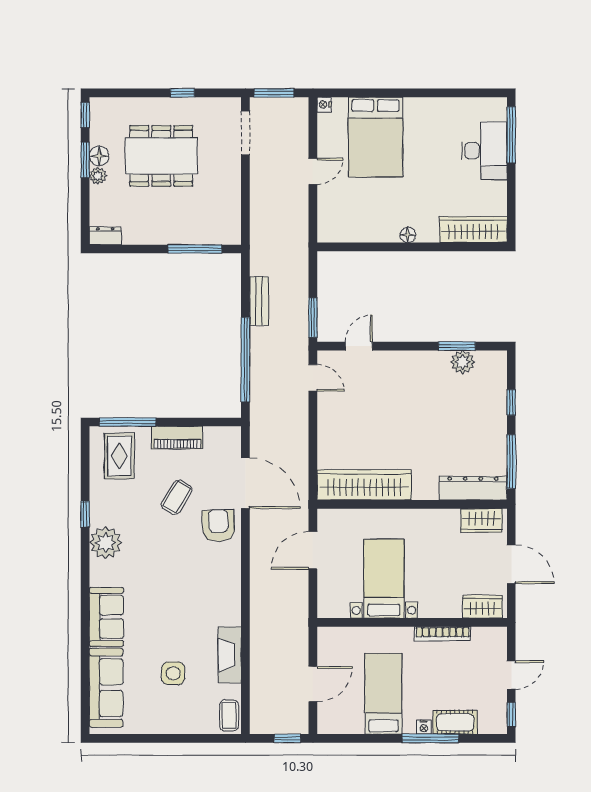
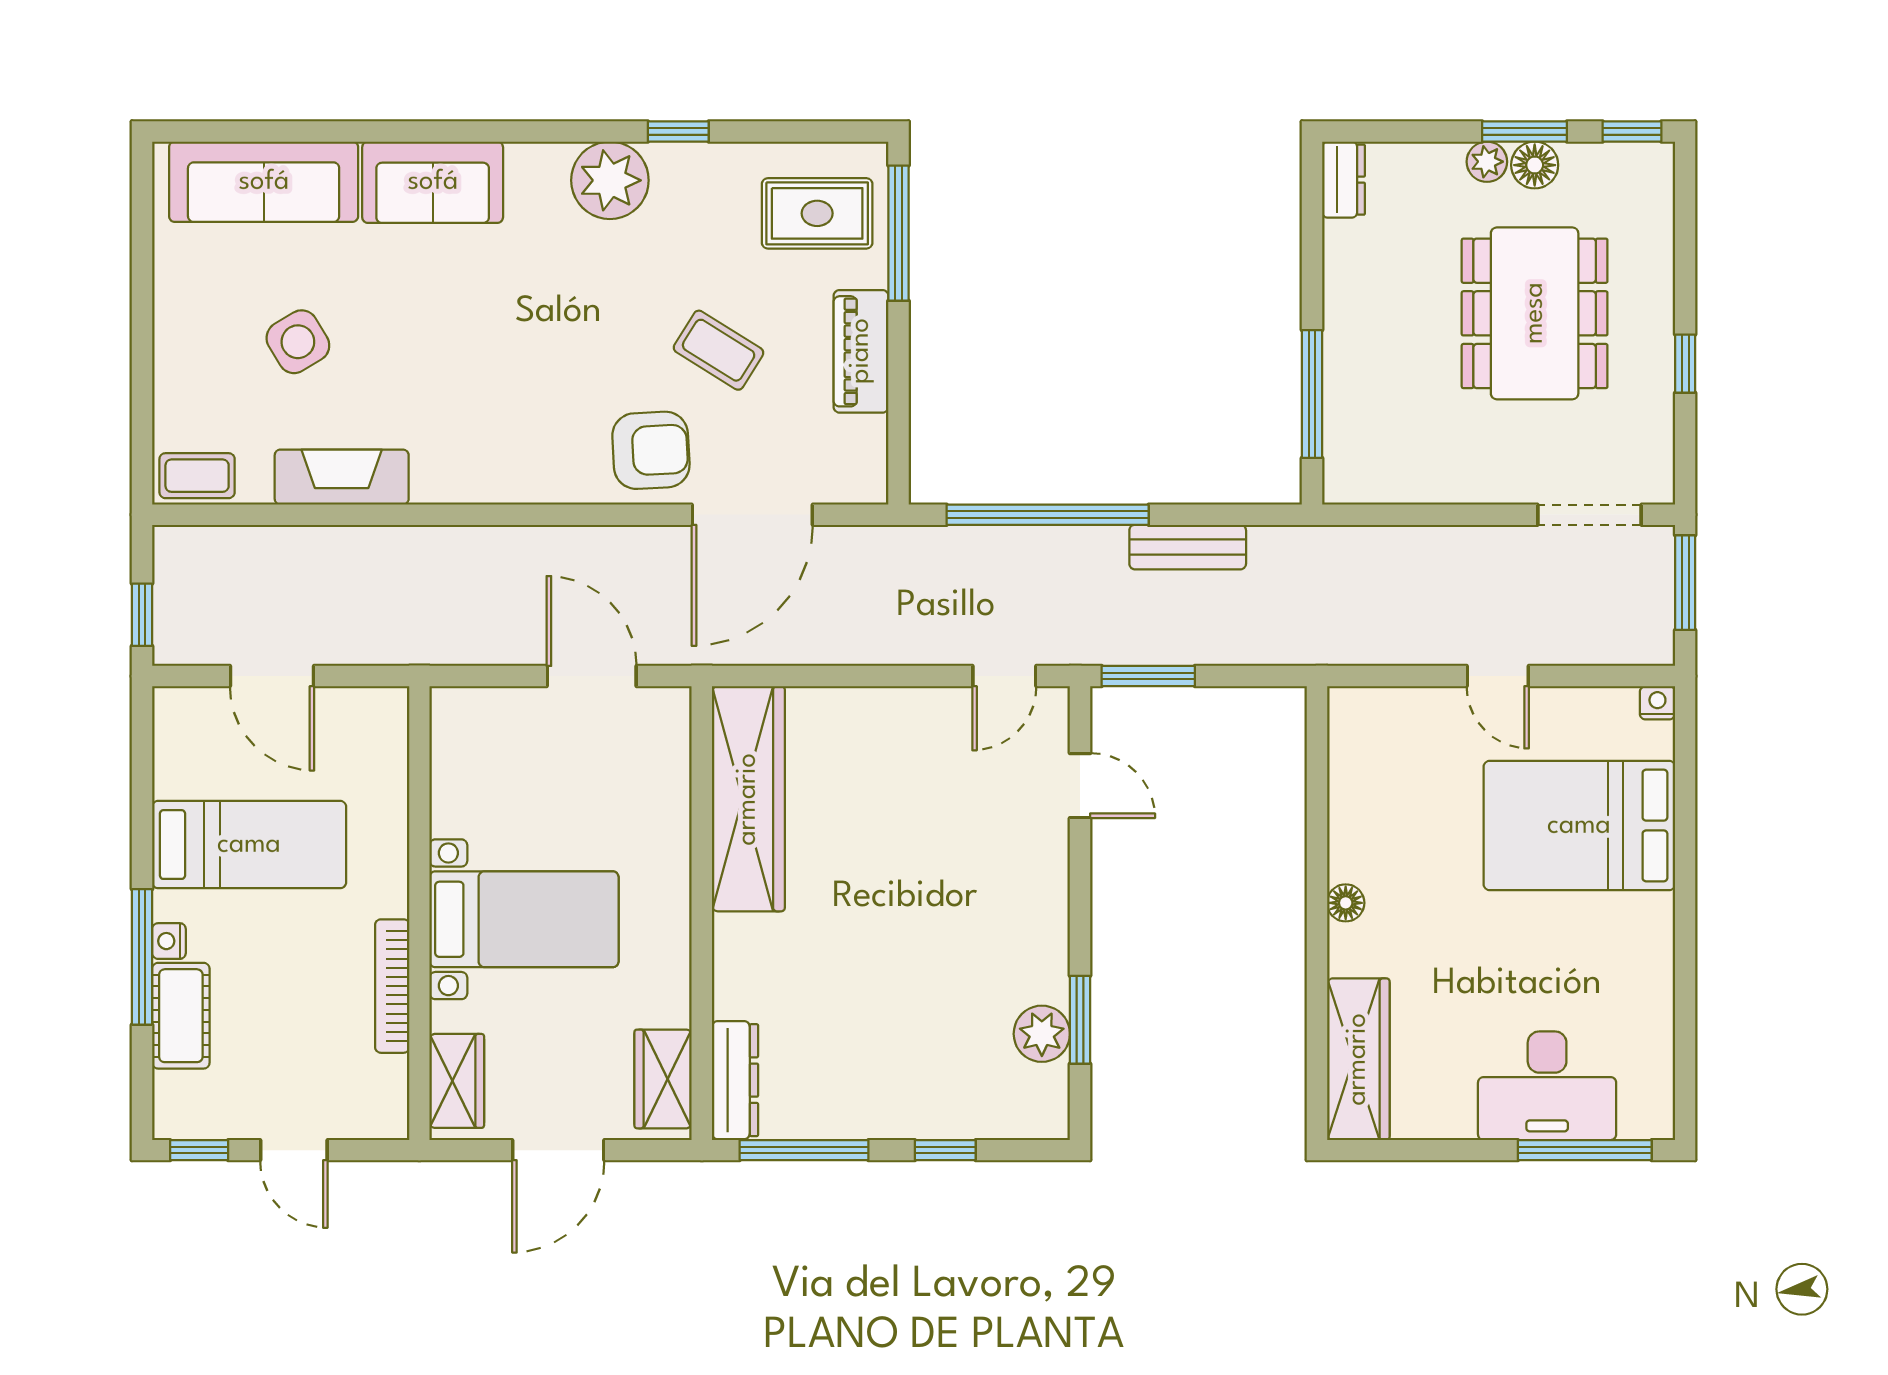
dresser: (473, 488) -> (735, 1080), width x0.73, depth x0.80
bed with nightstands: (384, 579) -> (524, 919), moved
side table: (173, 673) -> (298, 342), turned -31

